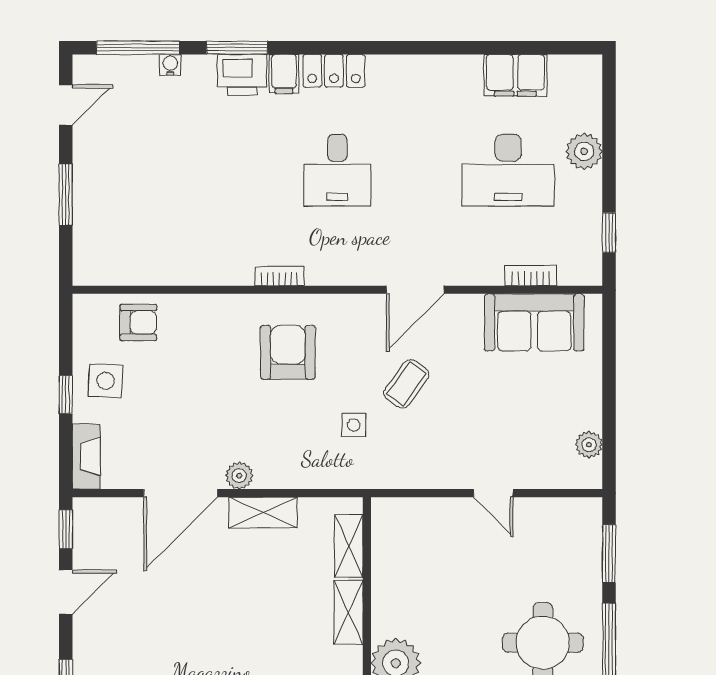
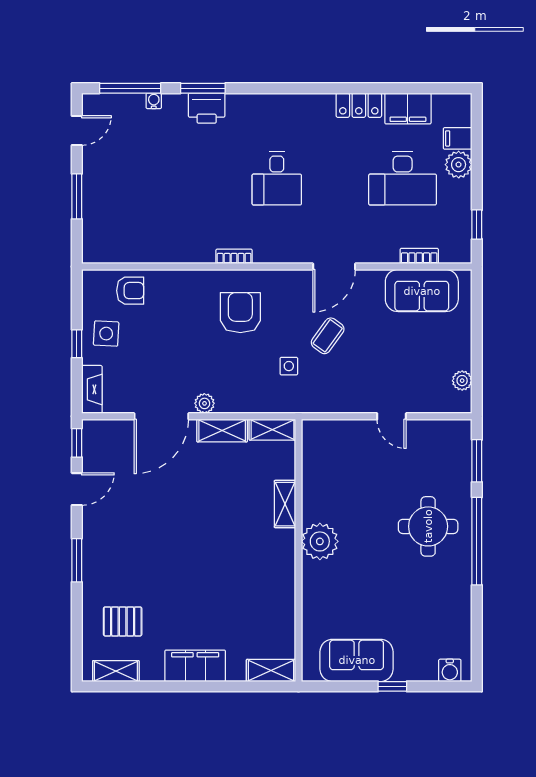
locker: (334, 71) -> (359, 105), moved
filing cabinet: (284, 74) -> (458, 138), moved, turned 90
shelving: (349, 546) -> (272, 430), moved, turned 90

